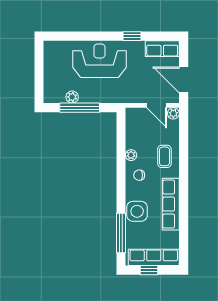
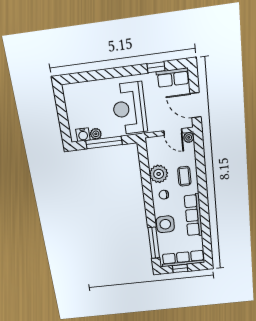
window: (132, 36) -> (156, 67), moved
reception desk: (99, 61) -> (129, 108), moved, turned -90
water cooler: (58, 96) -> (83, 135), added
plant: (131, 155) -> (159, 174), width x1.88, depth x1.88

